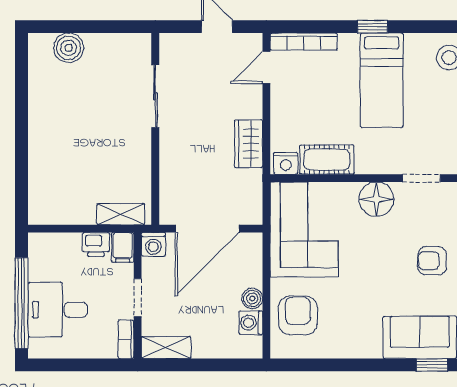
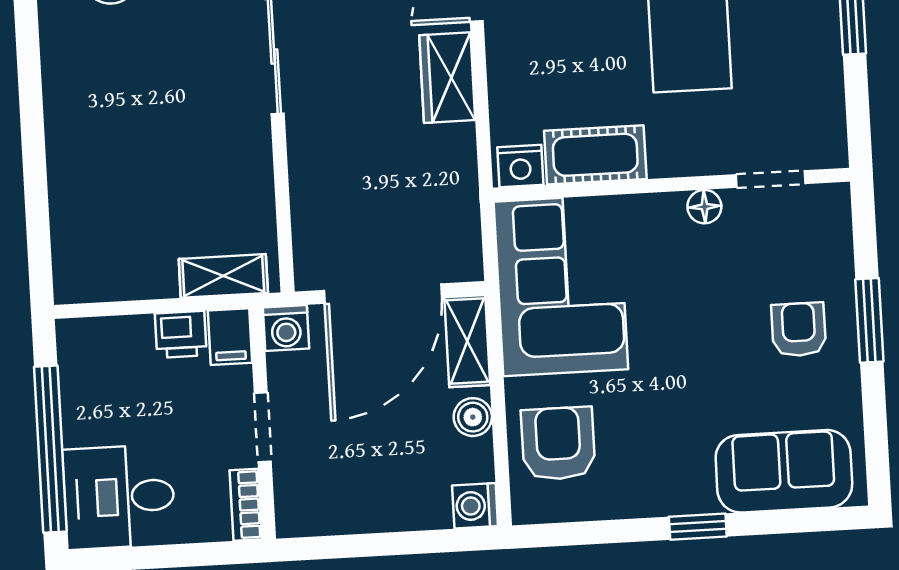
wardrobe: (249, 144) -> (447, 78), moved
floor lamp: (376, 199) -> (704, 207), width x0.53, depth x0.53
armchair: (432, 261) -> (799, 329), turned 90
desk: (57, 310) -> (119, 497), moved
washing machine: (251, 323) -> (475, 506), moved
shelving: (166, 348) -> (467, 341), moved, turned 90
window: (432, 365) -> (698, 527), moved

